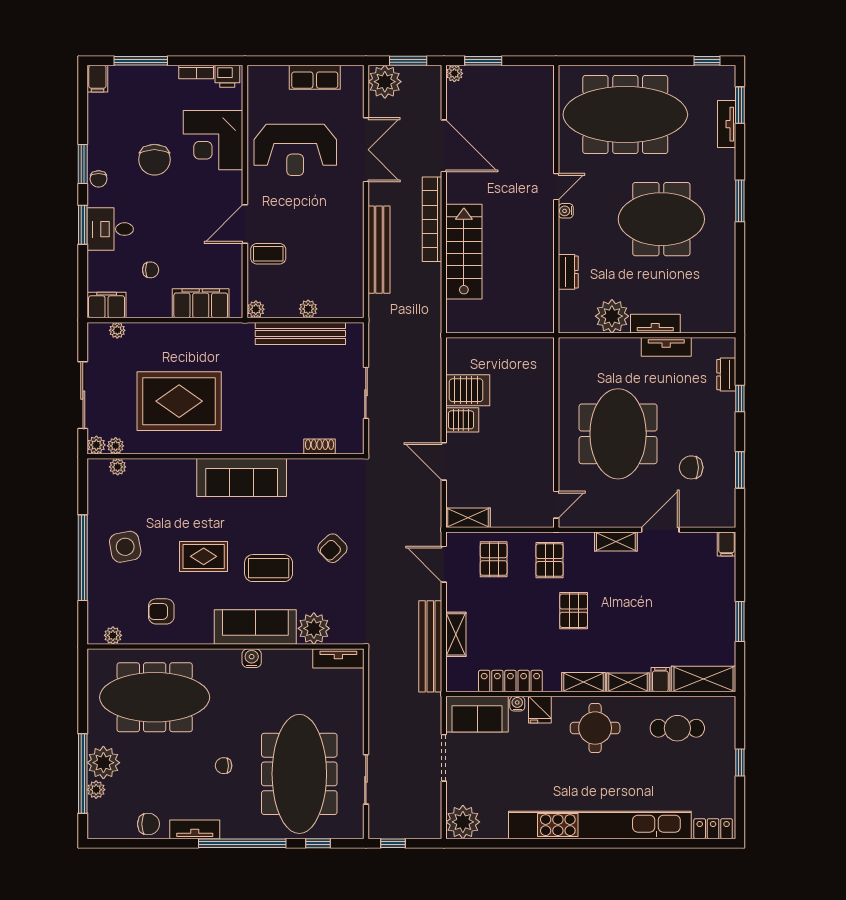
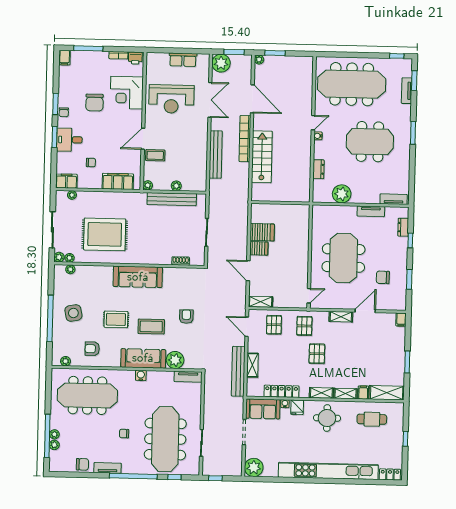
tv unit: (655, 324) -> (394, 199), moved
armchair: (333, 548) -> (186, 317), turned 134
plant: (103, 763) -> (54, 434), width x0.53, depth x0.53

